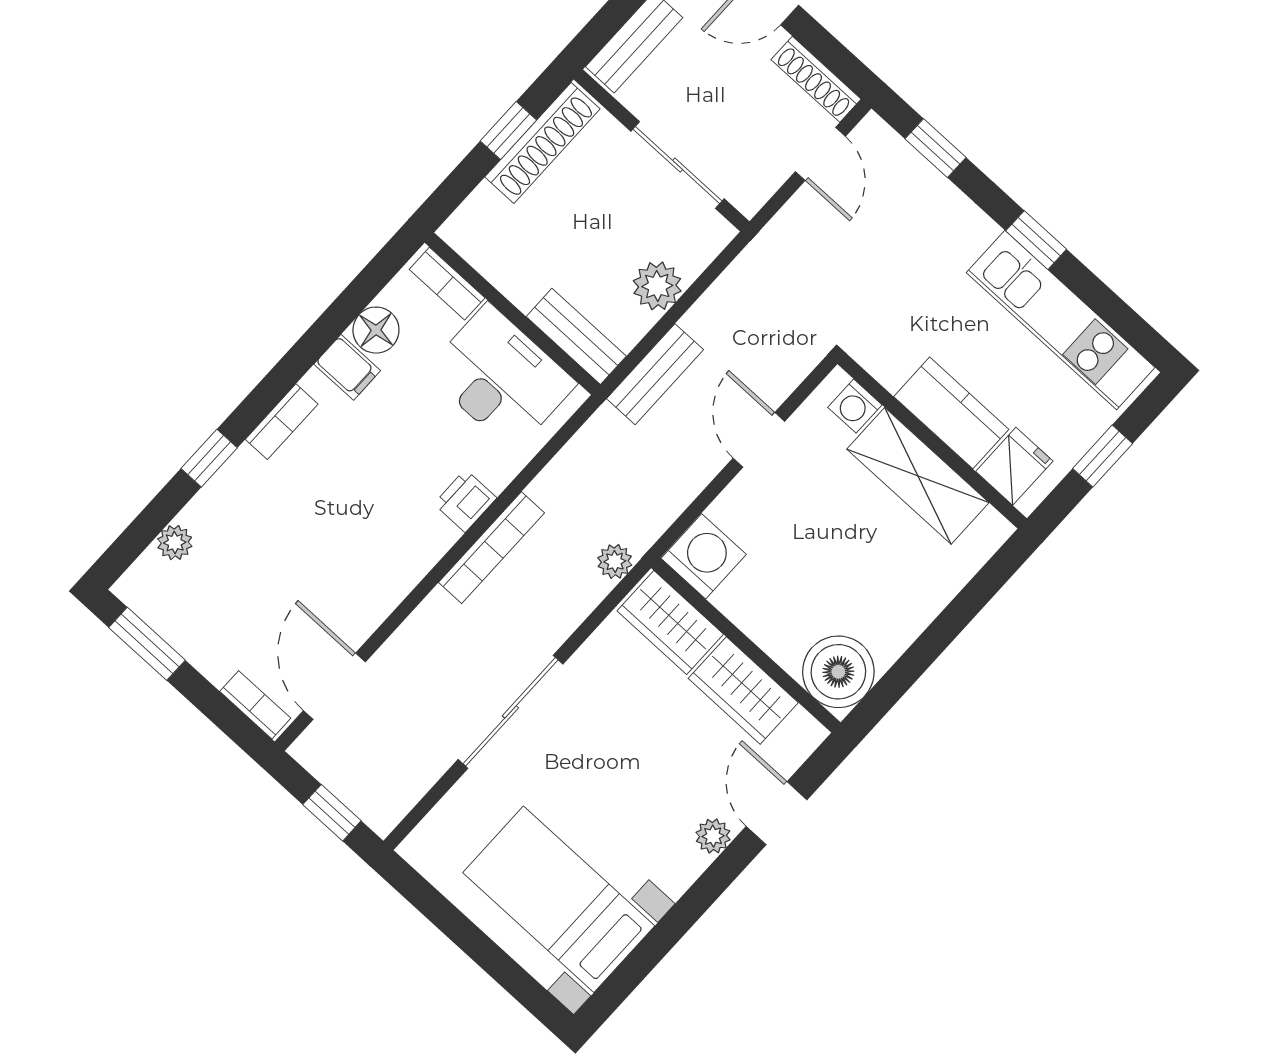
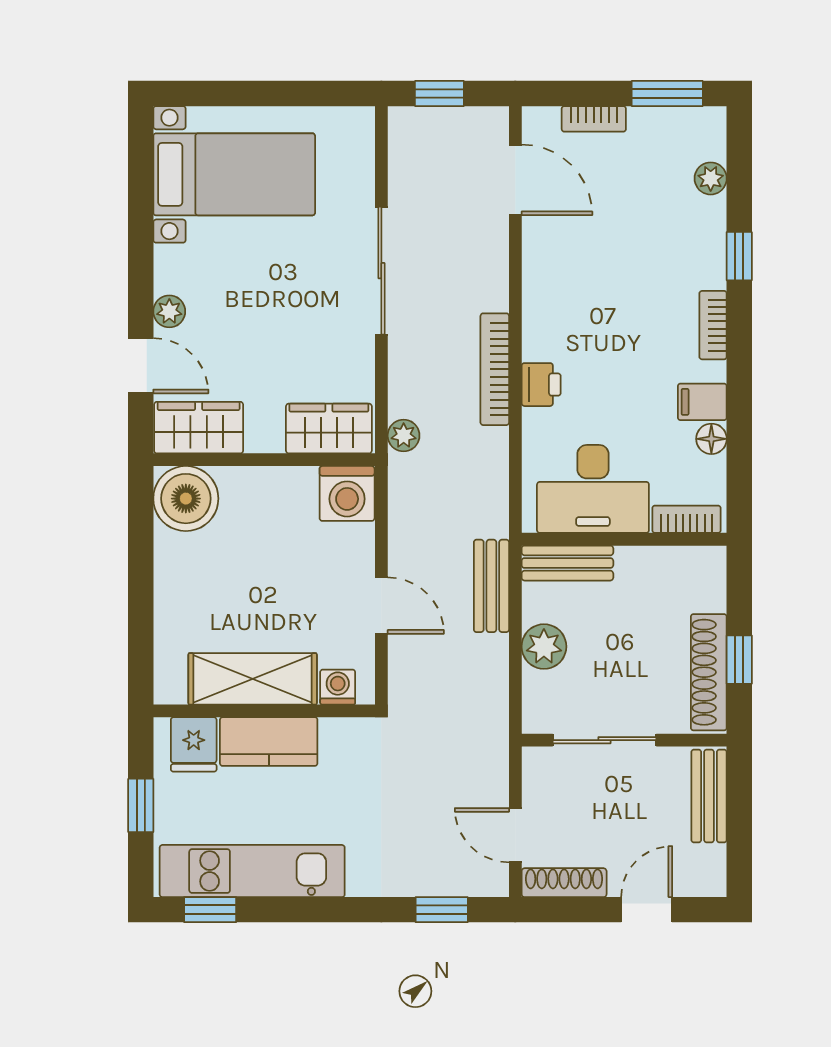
window: (1036, 240) -> (210, 910), moved
floor lamp: (376, 330) -> (711, 439), width x0.73, depth x0.73
wardrobe: (743, 691) -> (199, 428), moved
bookcase: (255, 705) -> (594, 119), moved

